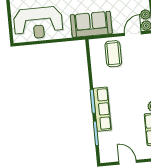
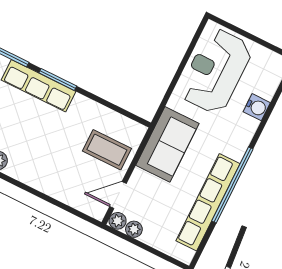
door: (133, 34) -> (118, 195), swing flipped

